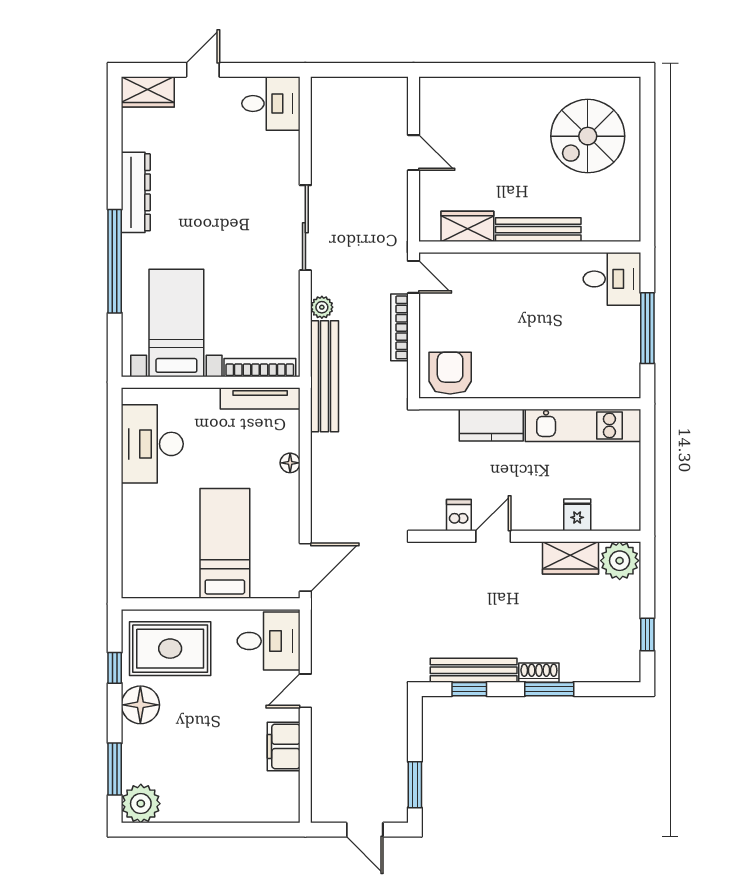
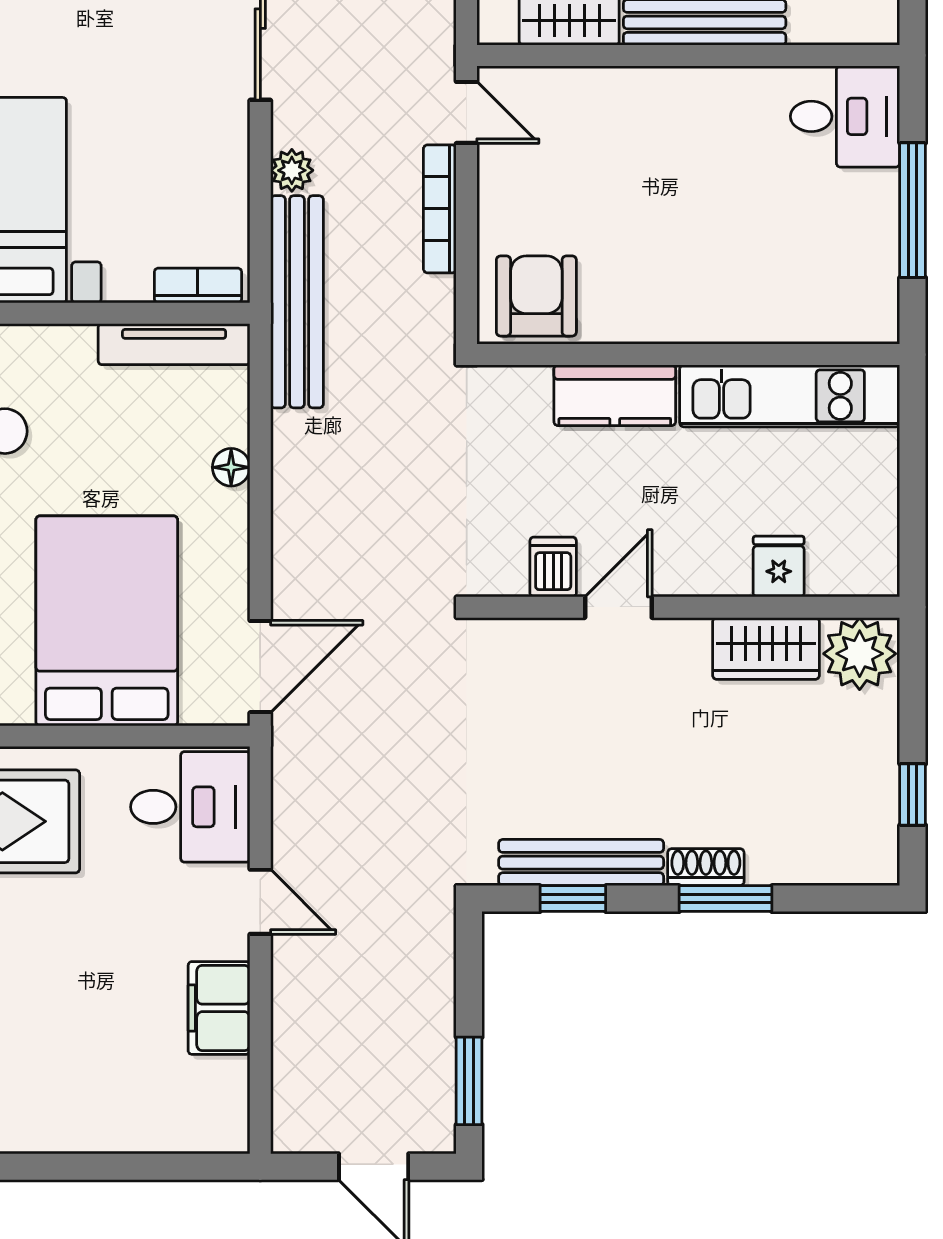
bookcase: (260, 368) -> (198, 286), width x0.64
bed: (225, 543) -> (107, 621), width x1.50
door: (305, 691) -> (260, 902), swing flipped

